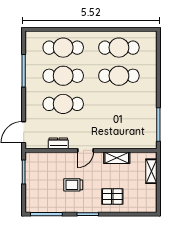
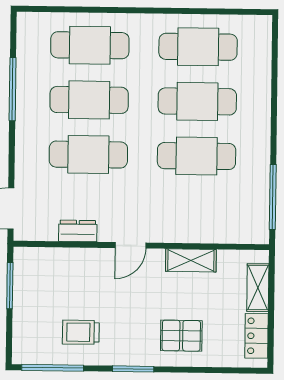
cafe table: (119, 104) -> (197, 156), added
trolley: (73, 185) -> (81, 332), moved
locker: (151, 196) -> (257, 336), added

